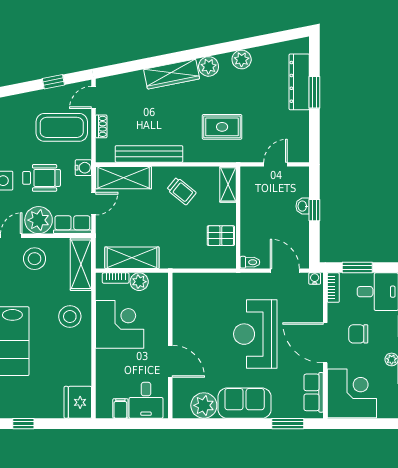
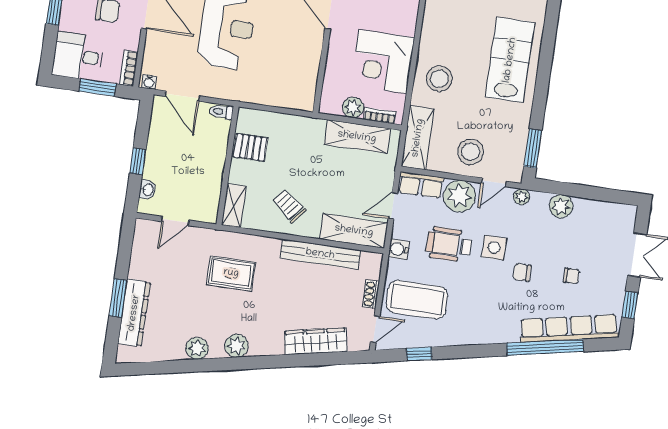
wardrobe: (172, 74) -> (316, 341), moved
washbasin: (303, 206) -> (148, 190), moved

